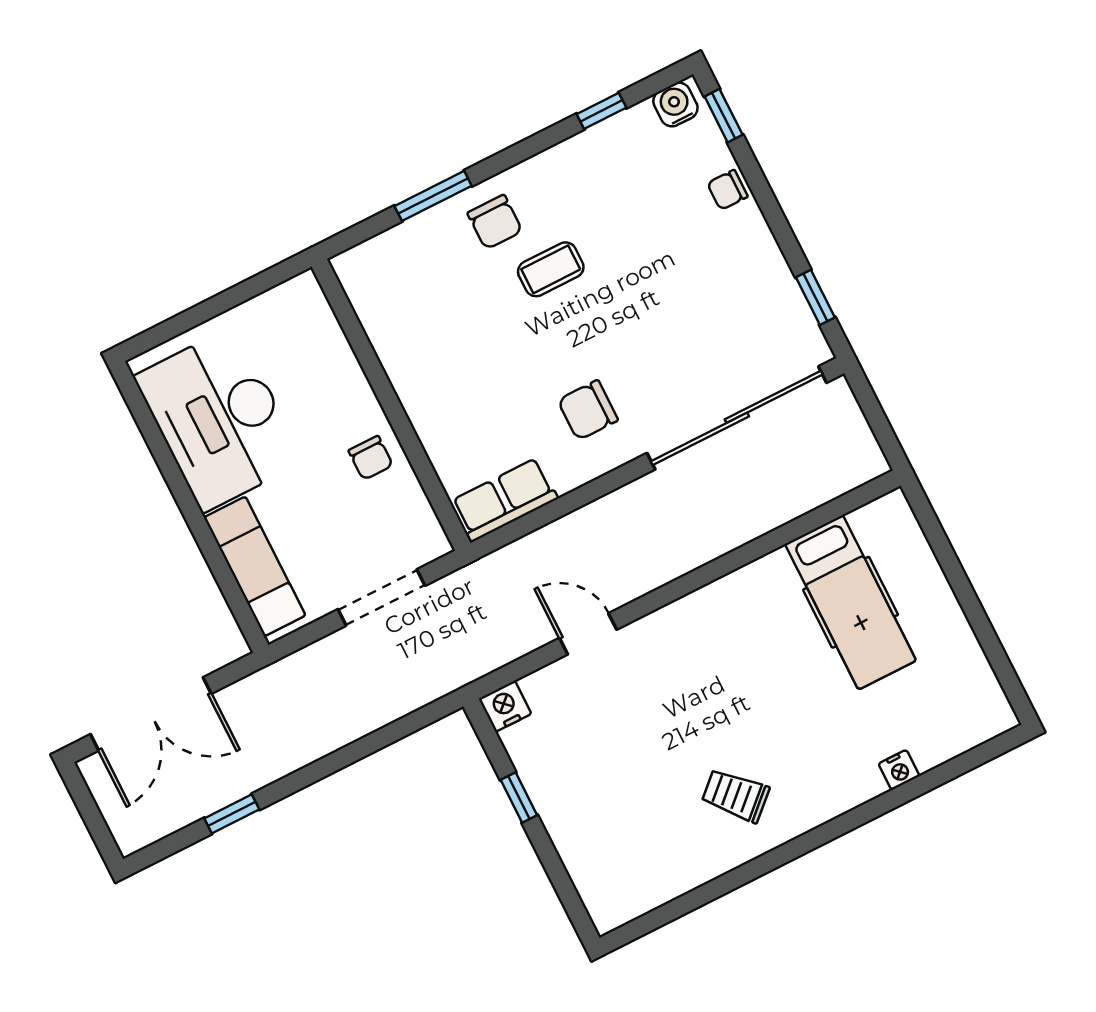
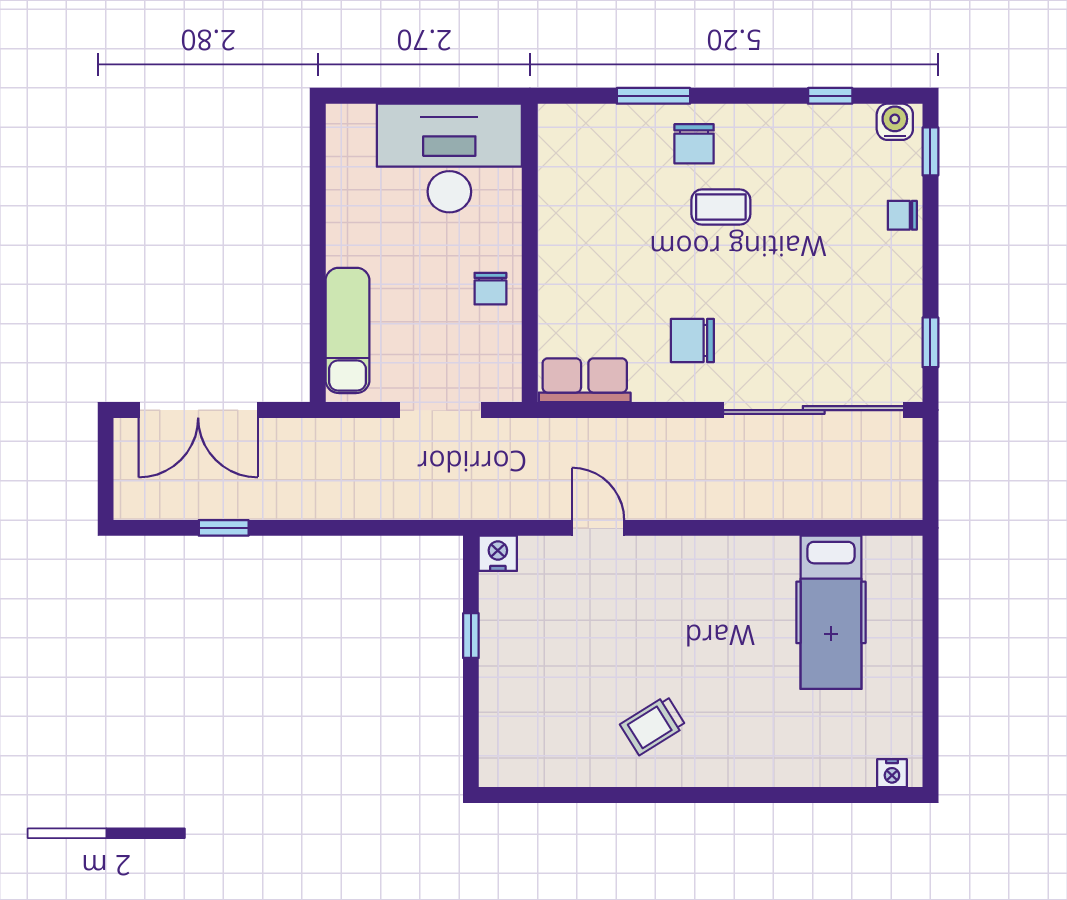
desk: (219, 419) -> (449, 158), moved, turned 90
nightstand: (899, 770) -> (892, 773), moved
trolley: (735, 795) -> (653, 725), turned -79

